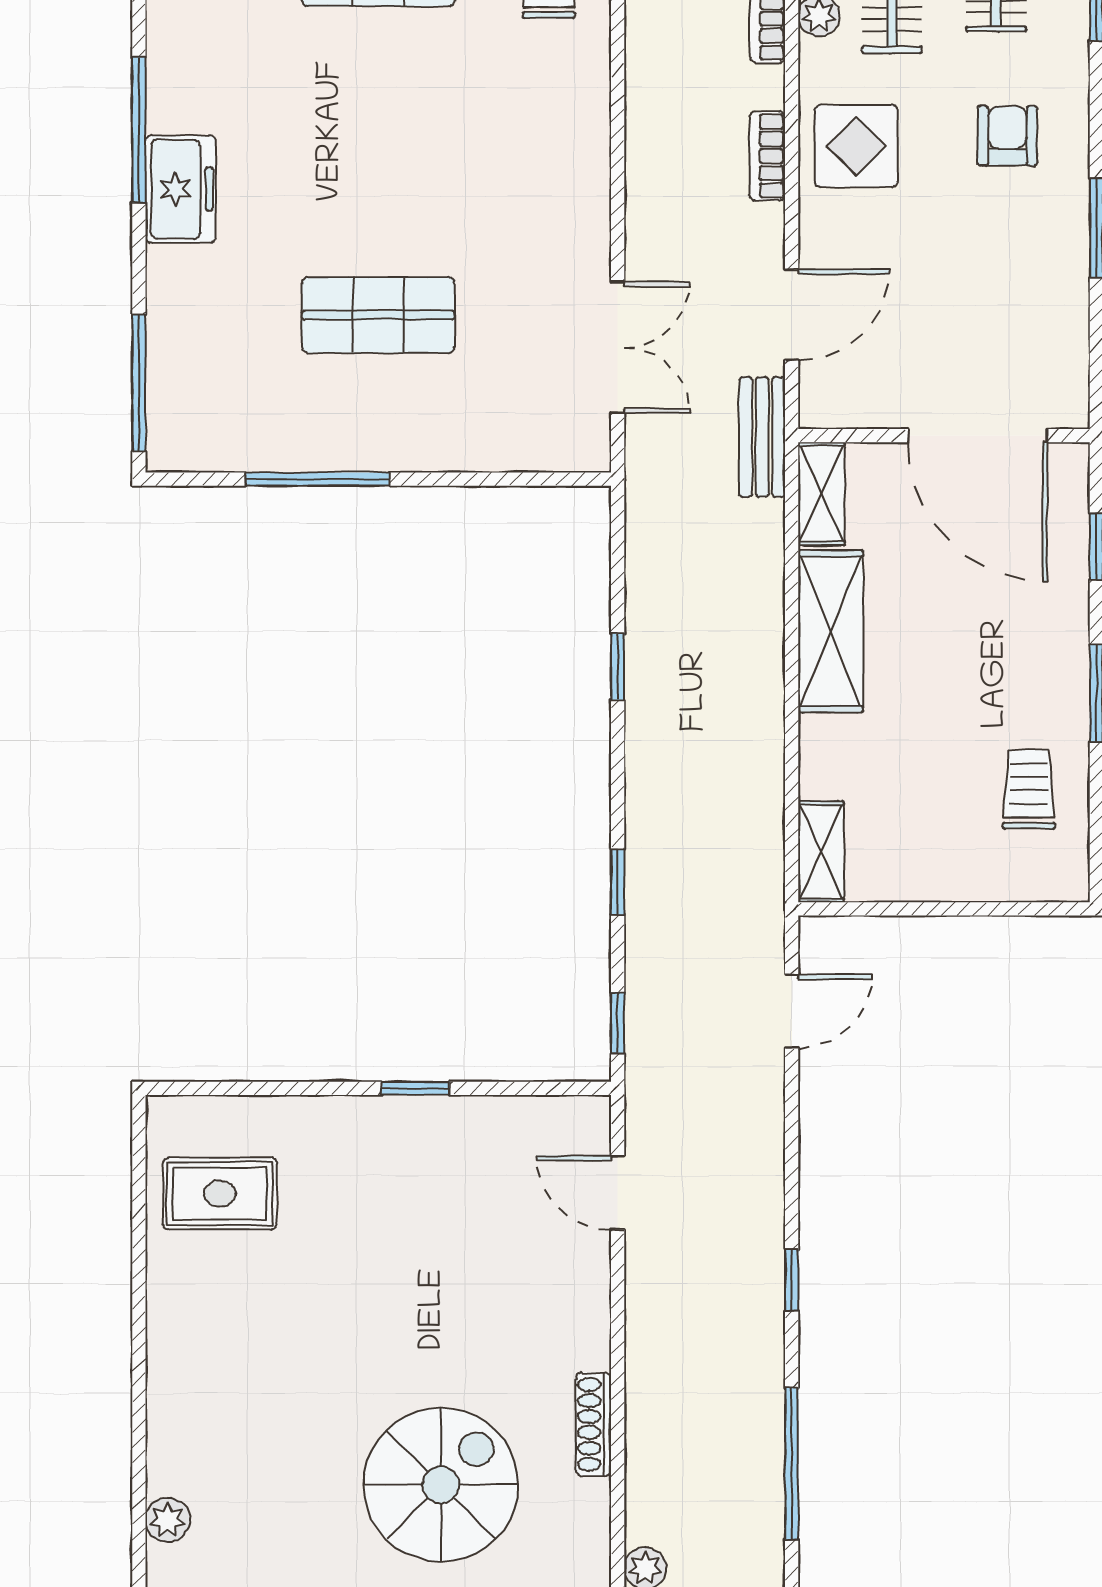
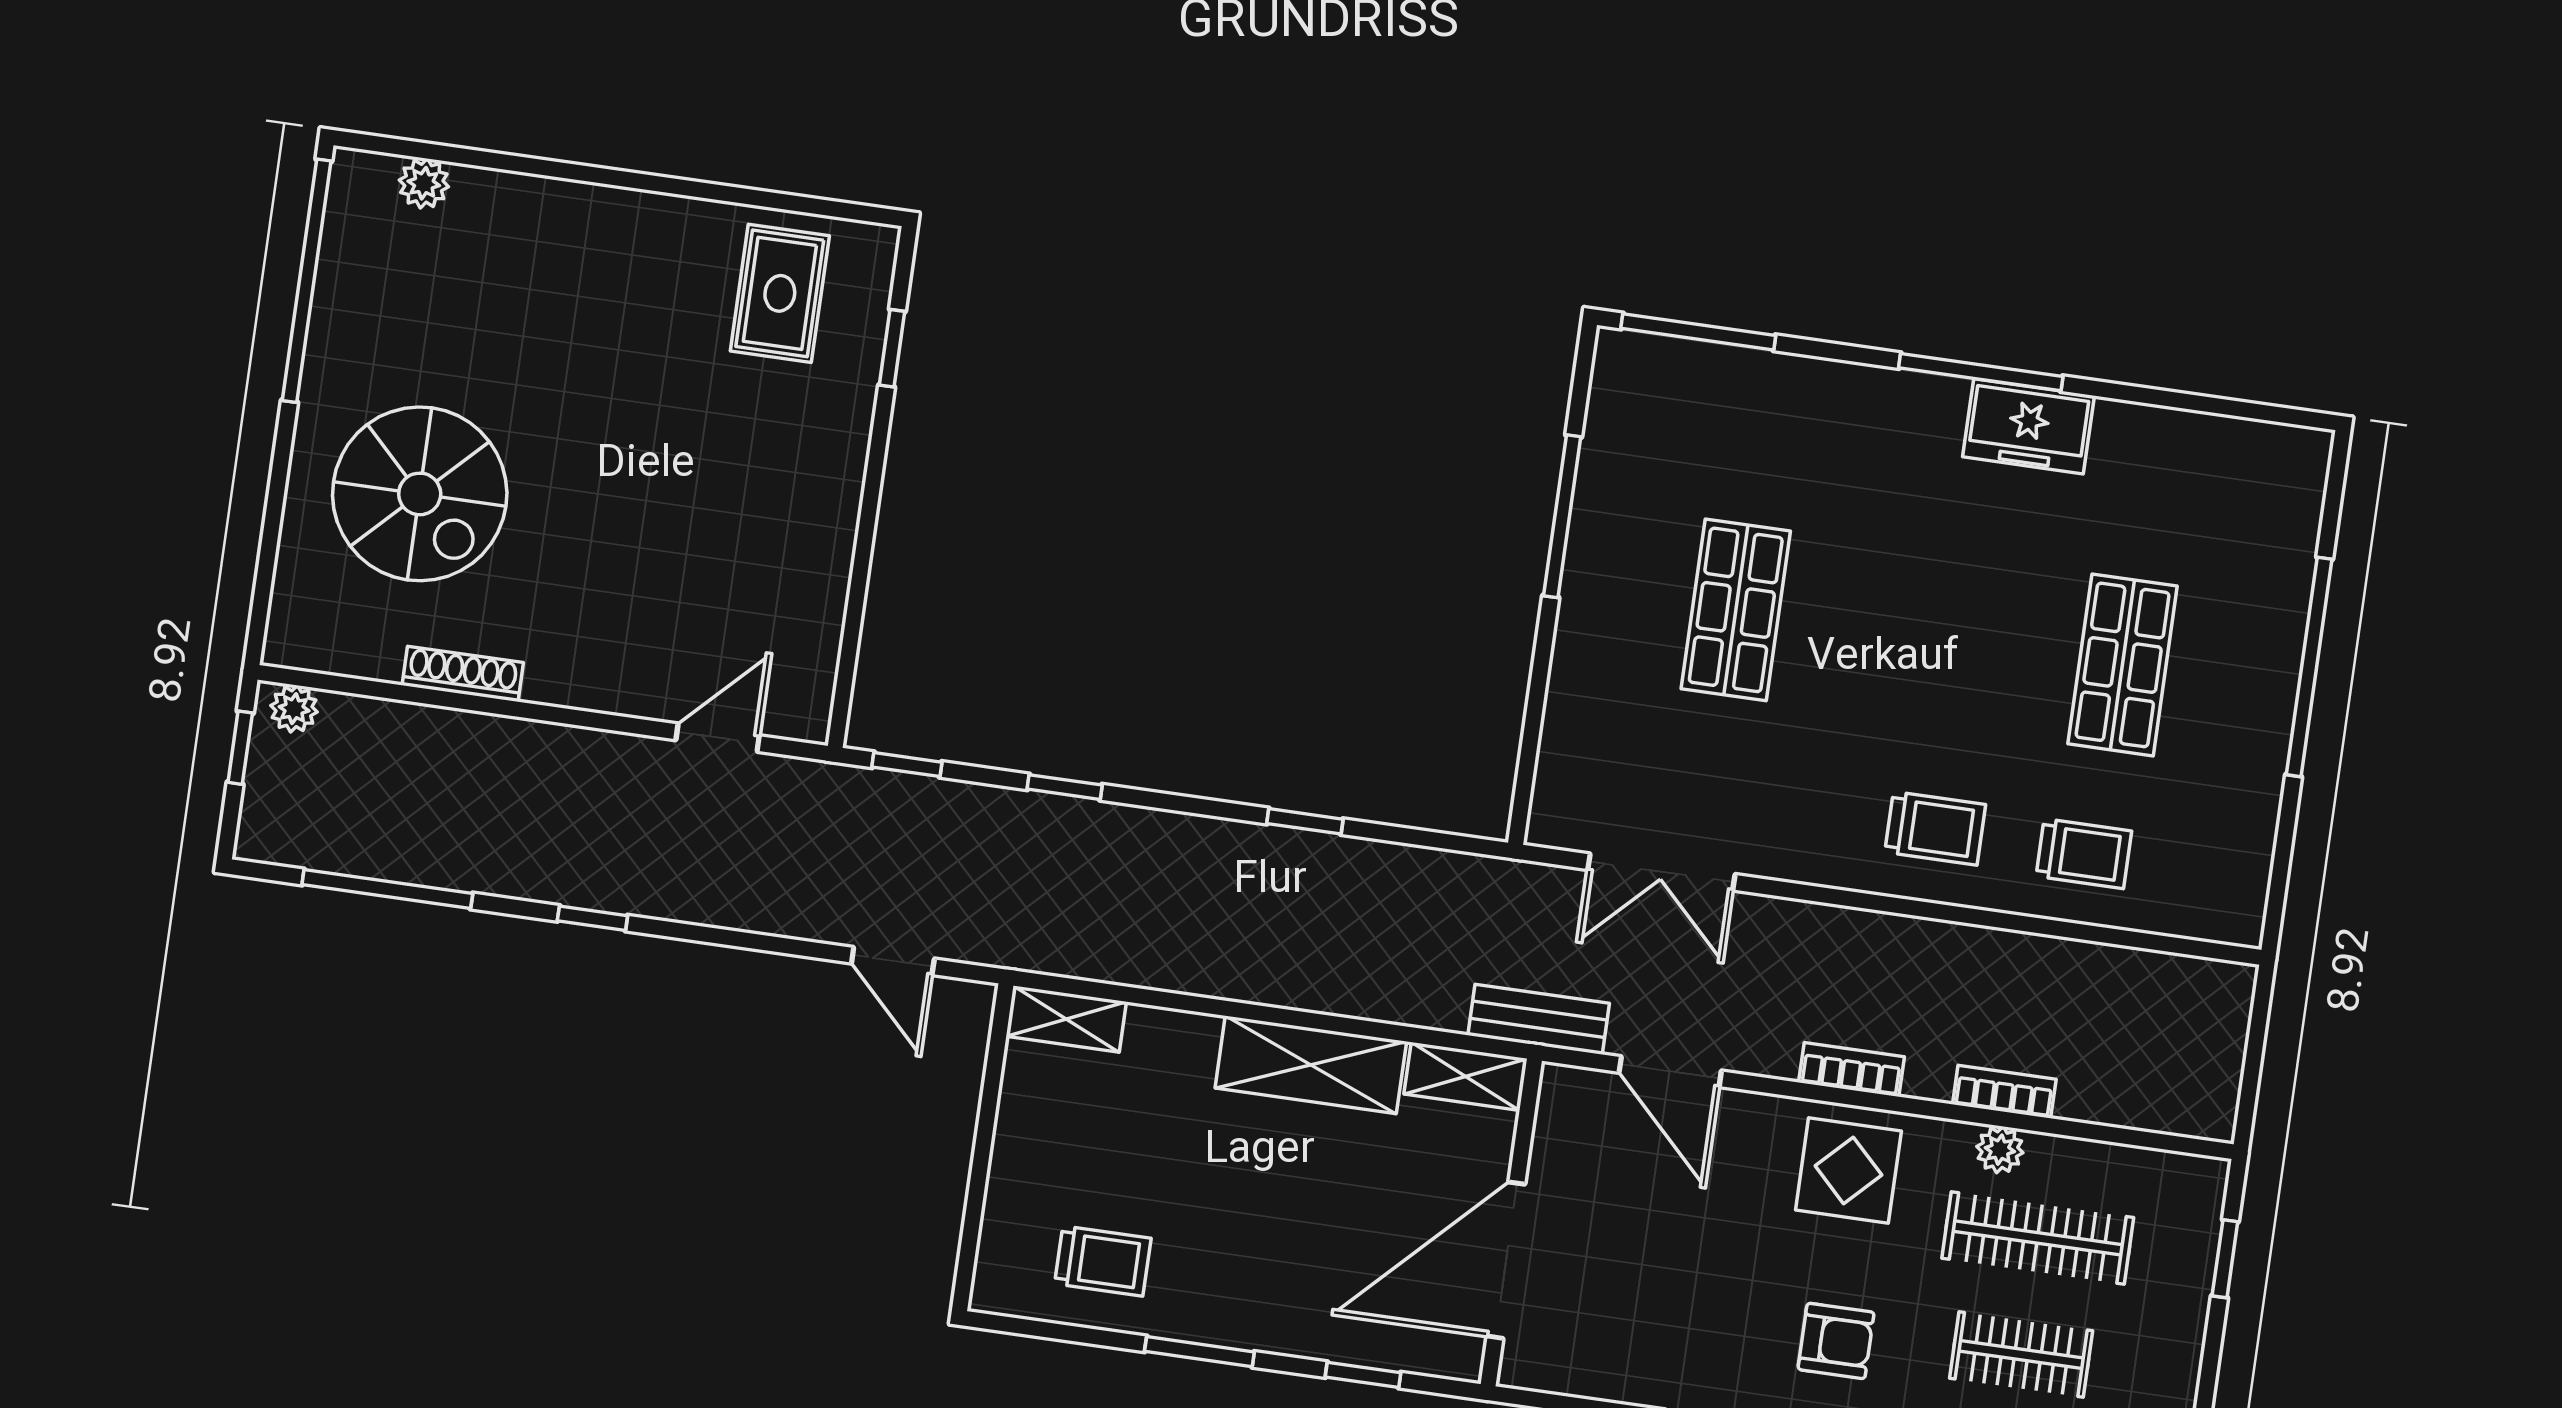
trolley: (545, 113) -> (1935, 828), added
freezer: (180, 189) -> (2029, 426), moved
window: (416, 1088) -> (892, 348), moved

